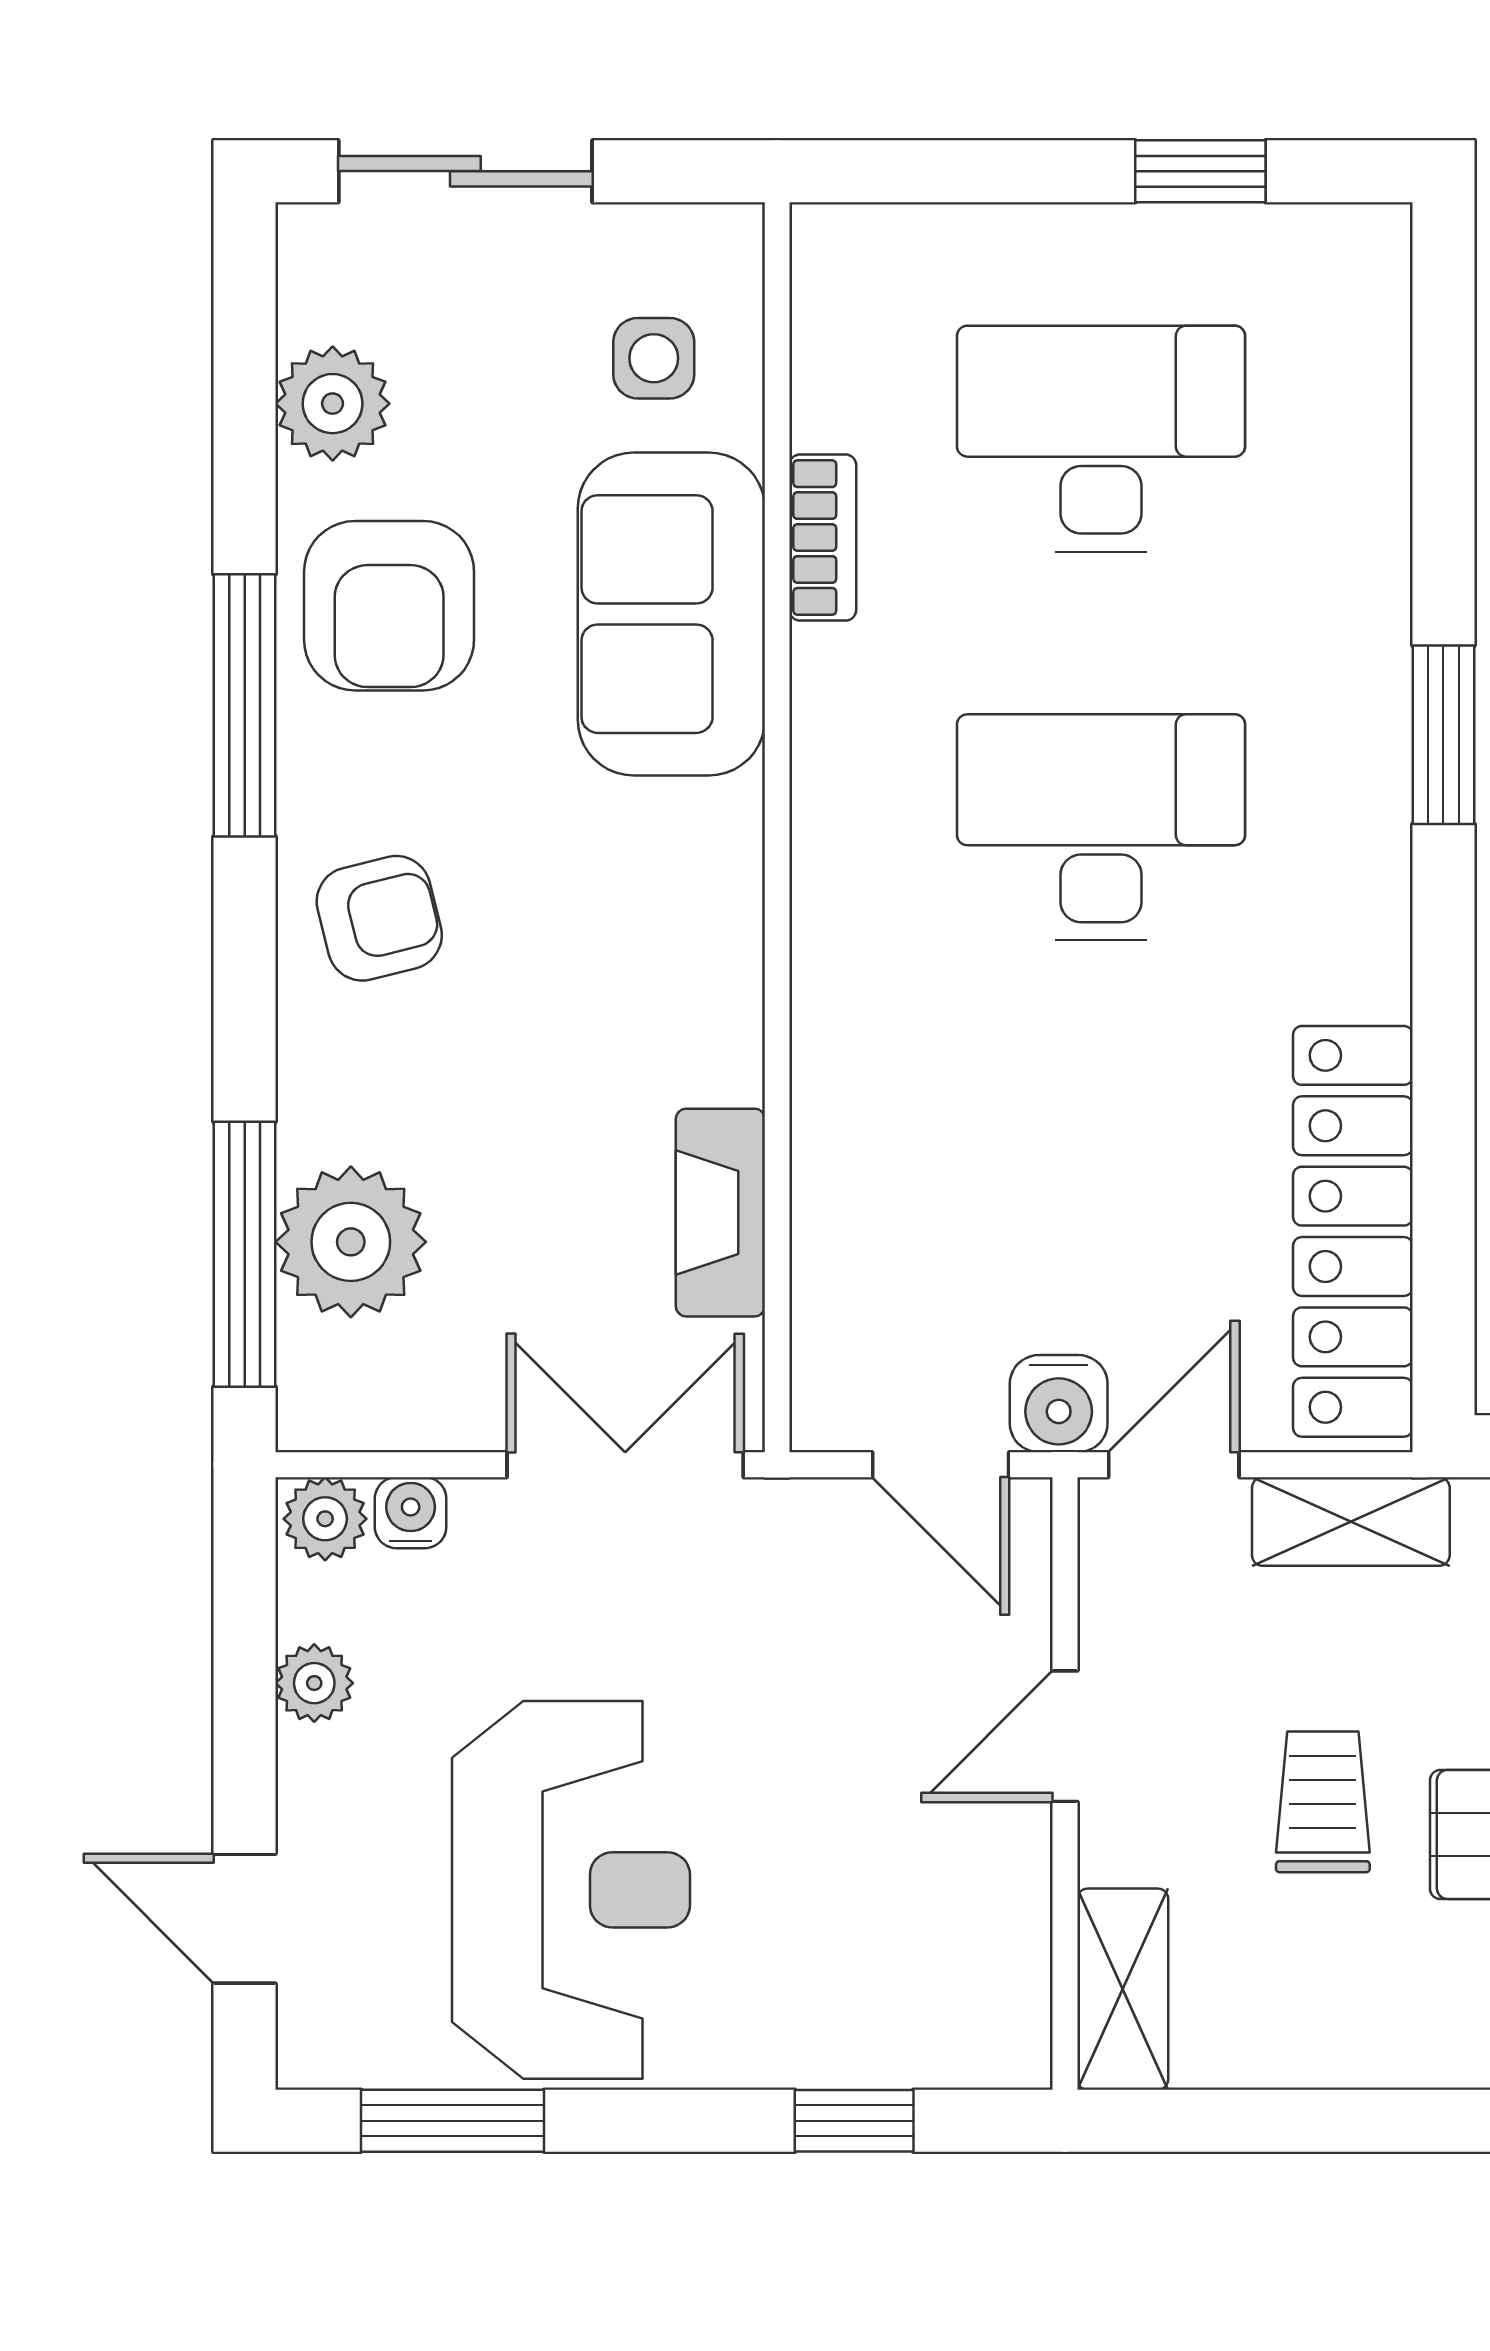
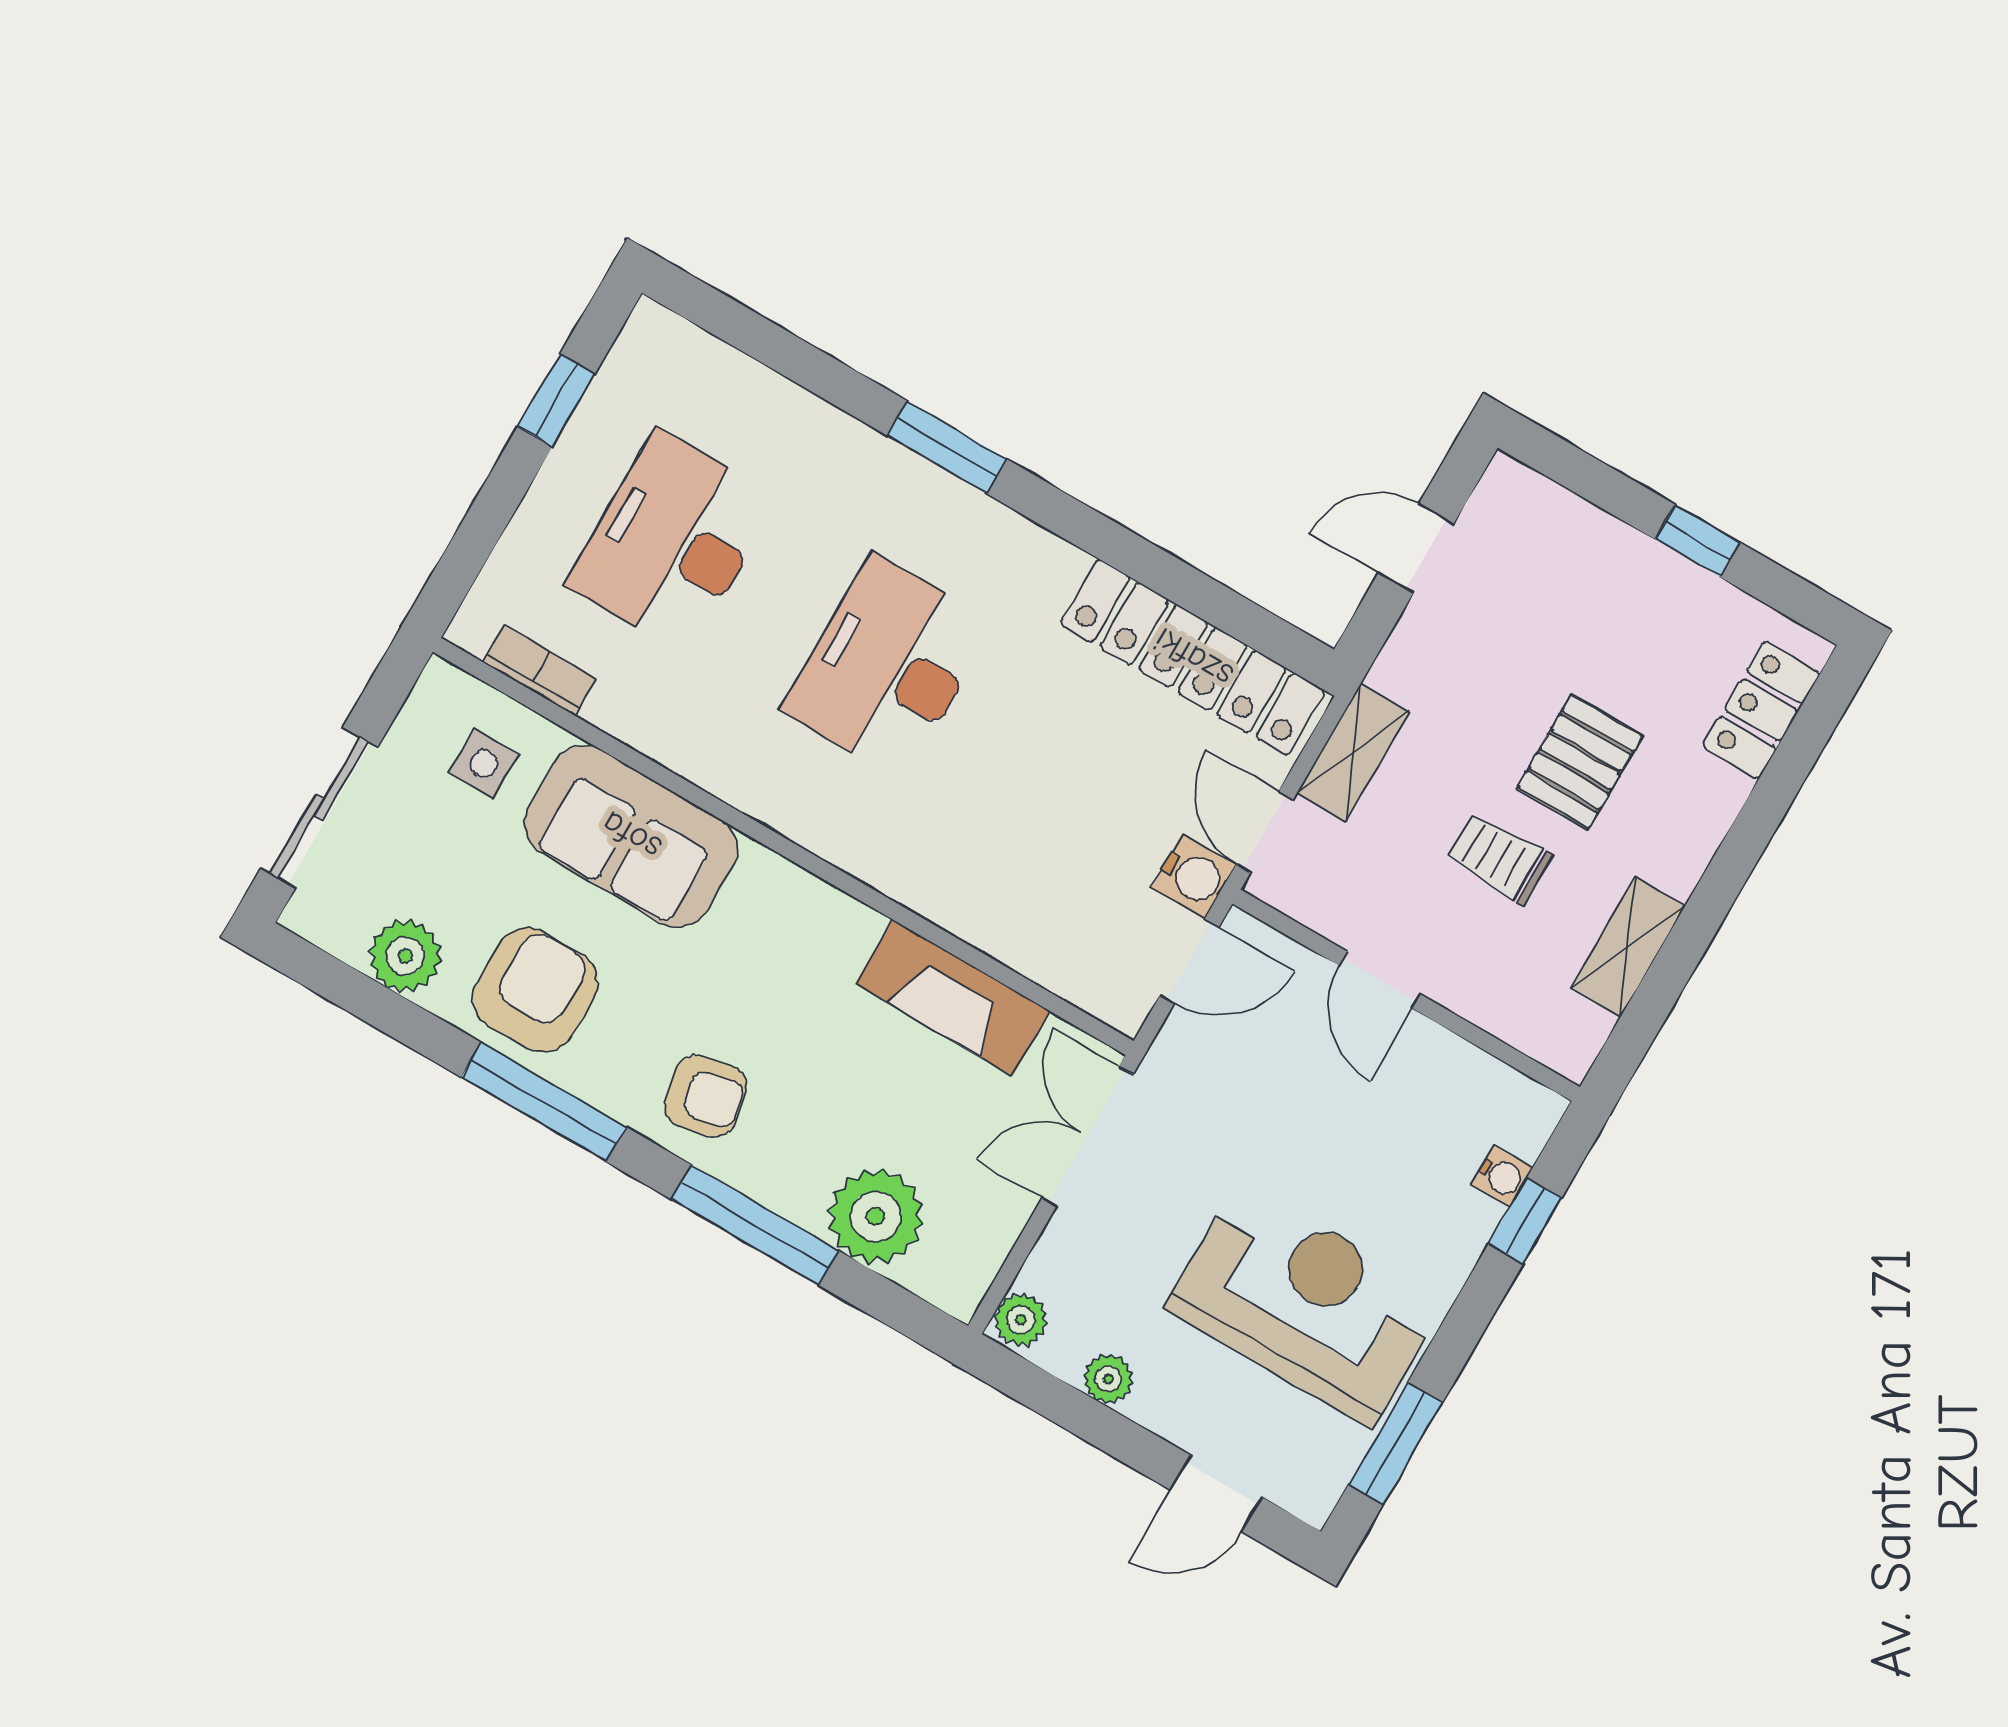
bookcase: (823, 538) -> (539, 671), moved
armchair: (389, 606) -> (535, 990), turned -90
armchair: (379, 918) -> (705, 1096), turned 92
fireplace: (720, 1213) -> (953, 998), width x1.37, depth x1.32
window: (245, 1254) -> (755, 1225), moved
water cooler: (411, 1513) -> (1502, 1176), moved, turned 180
shelving: (1123, 1989) -> (1628, 947), moved, turned 90

